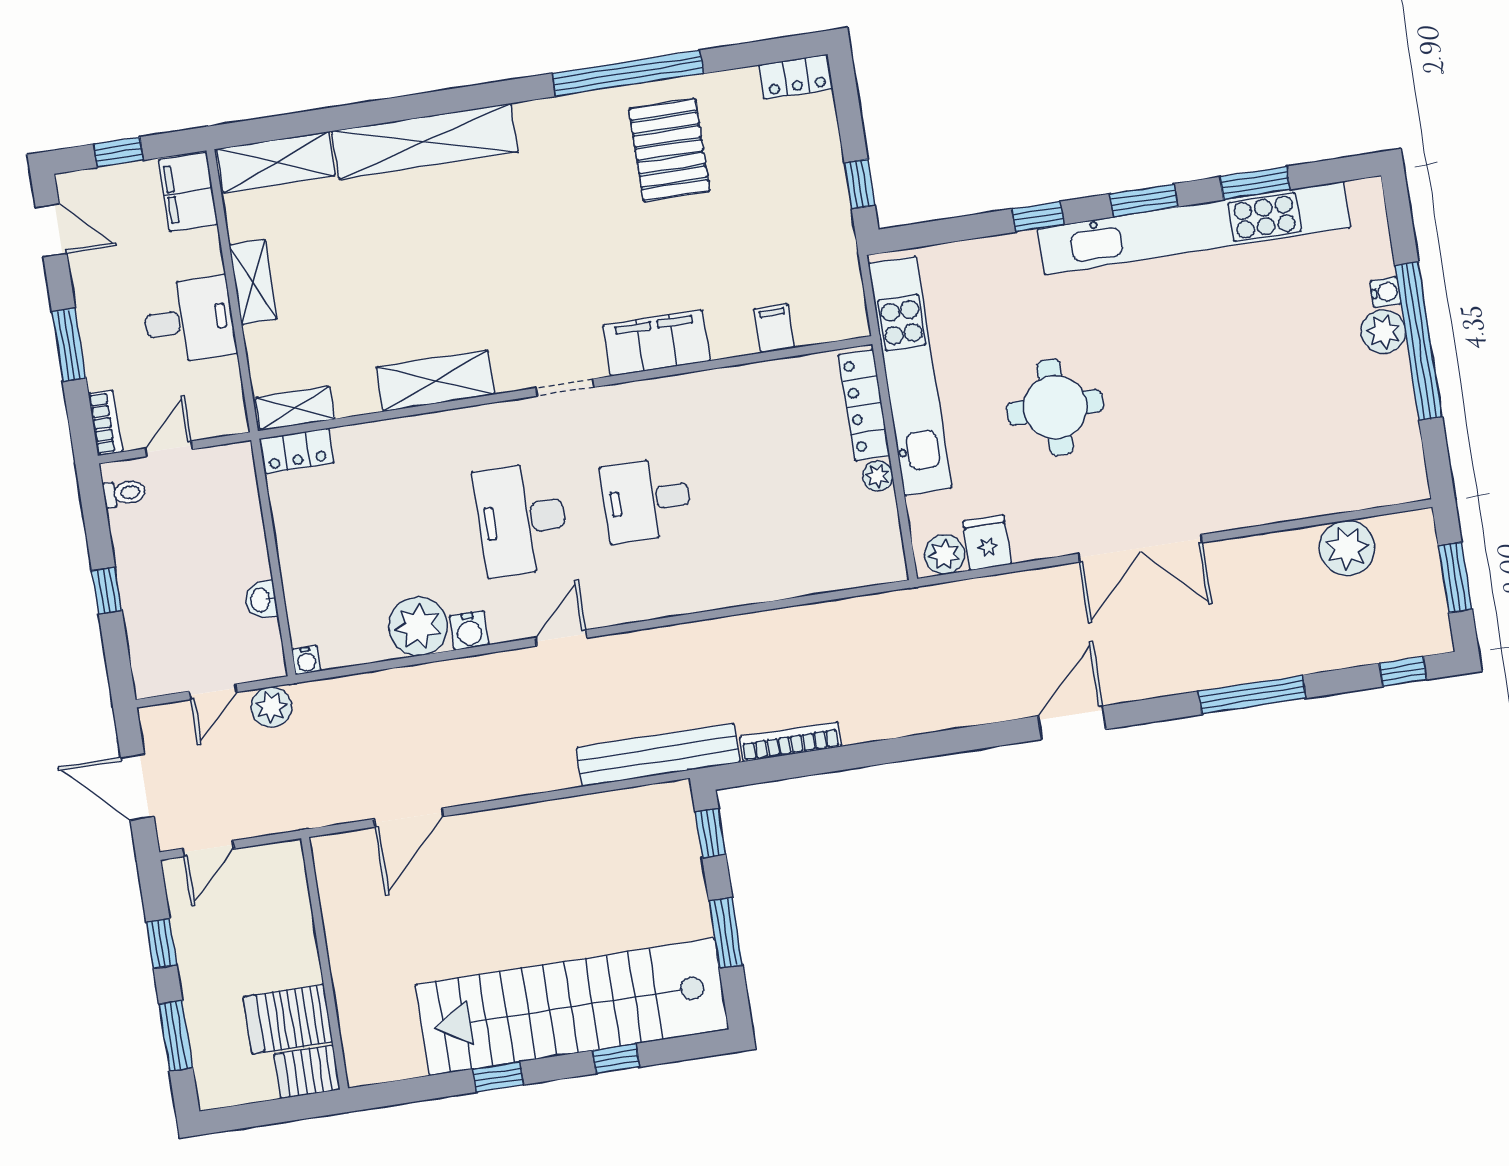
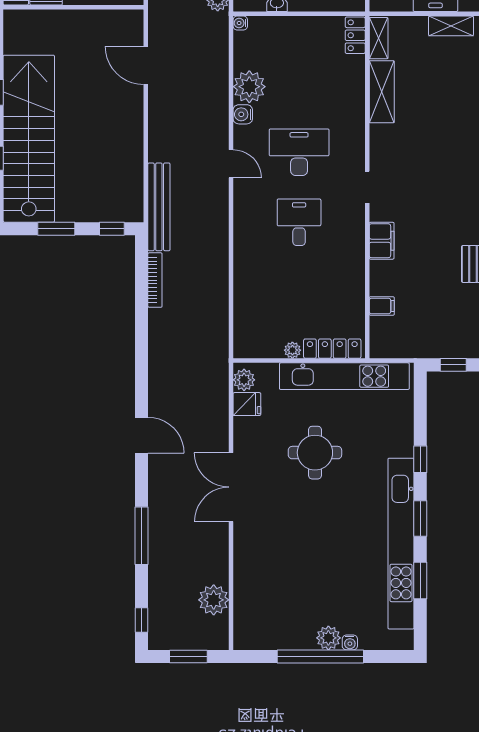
filing cabinet: (657, 343) -> (382, 241), width x0.67, depth x0.86
shelving: (435, 381) -> (382, 92), moved

